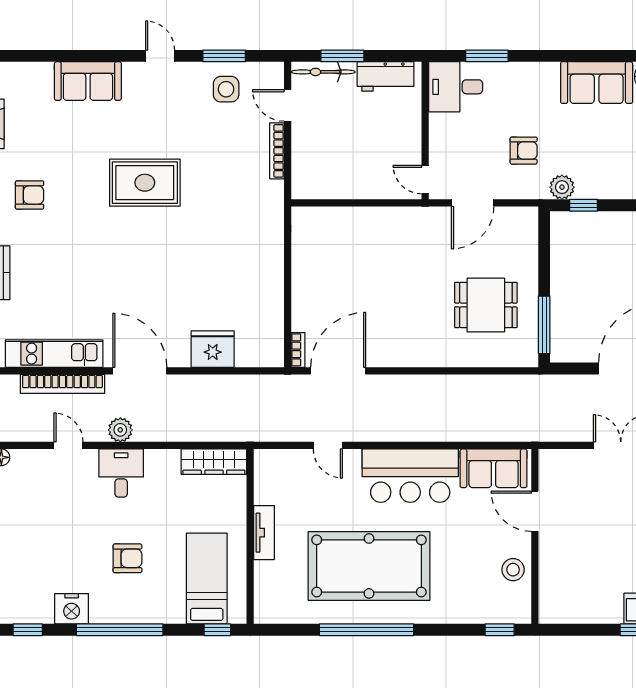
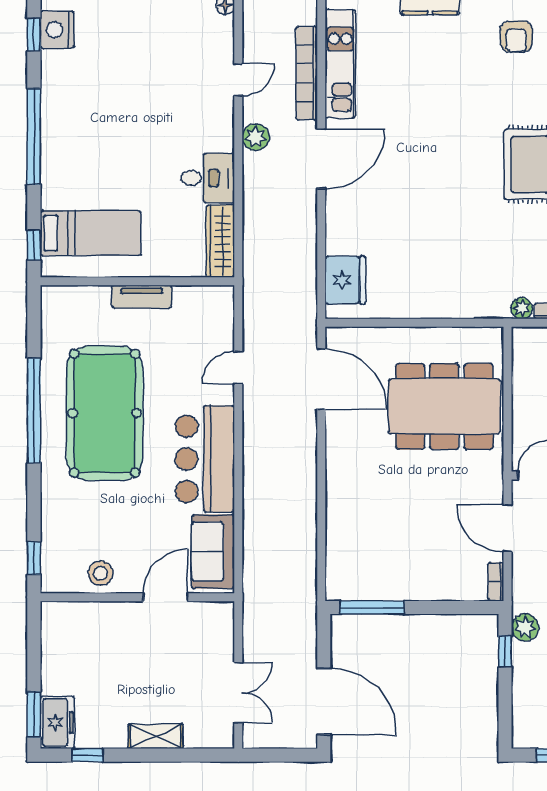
plant: (274, 190) -> (521, 308), added
dining table: (486, 305) -> (444, 406), moved, width x1.88, depth x1.24
fridge: (213, 349) -> (345, 280), moved
bookcase: (298, 350) -> (496, 582), moved, turned 90
desk: (121, 473) -> (208, 178), moved
armchair: (127, 558) -> (113, 145), removed
nightstand: (72, 609) -> (57, 30), moved

